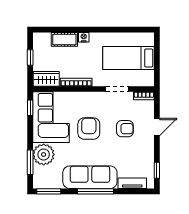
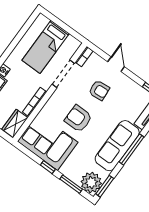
doorway: (117, 89) -> (63, 74), width x1.38
window: (30, 108) -> (48, 167), moved
armchair: (125, 129) -> (99, 90), turned 85
plant: (44, 155) -> (91, 183), moved

